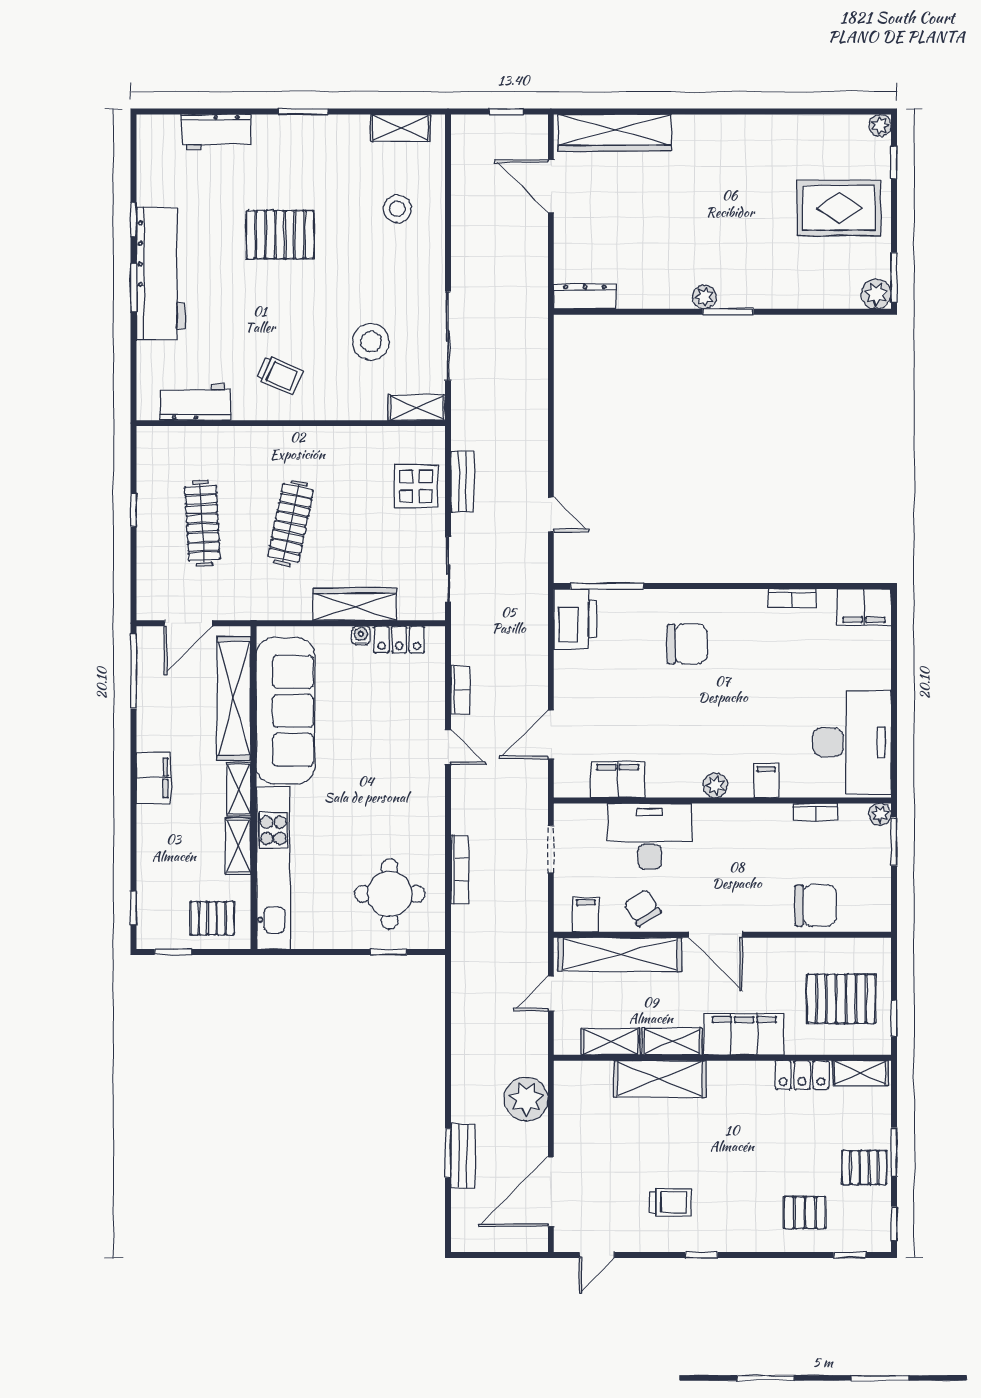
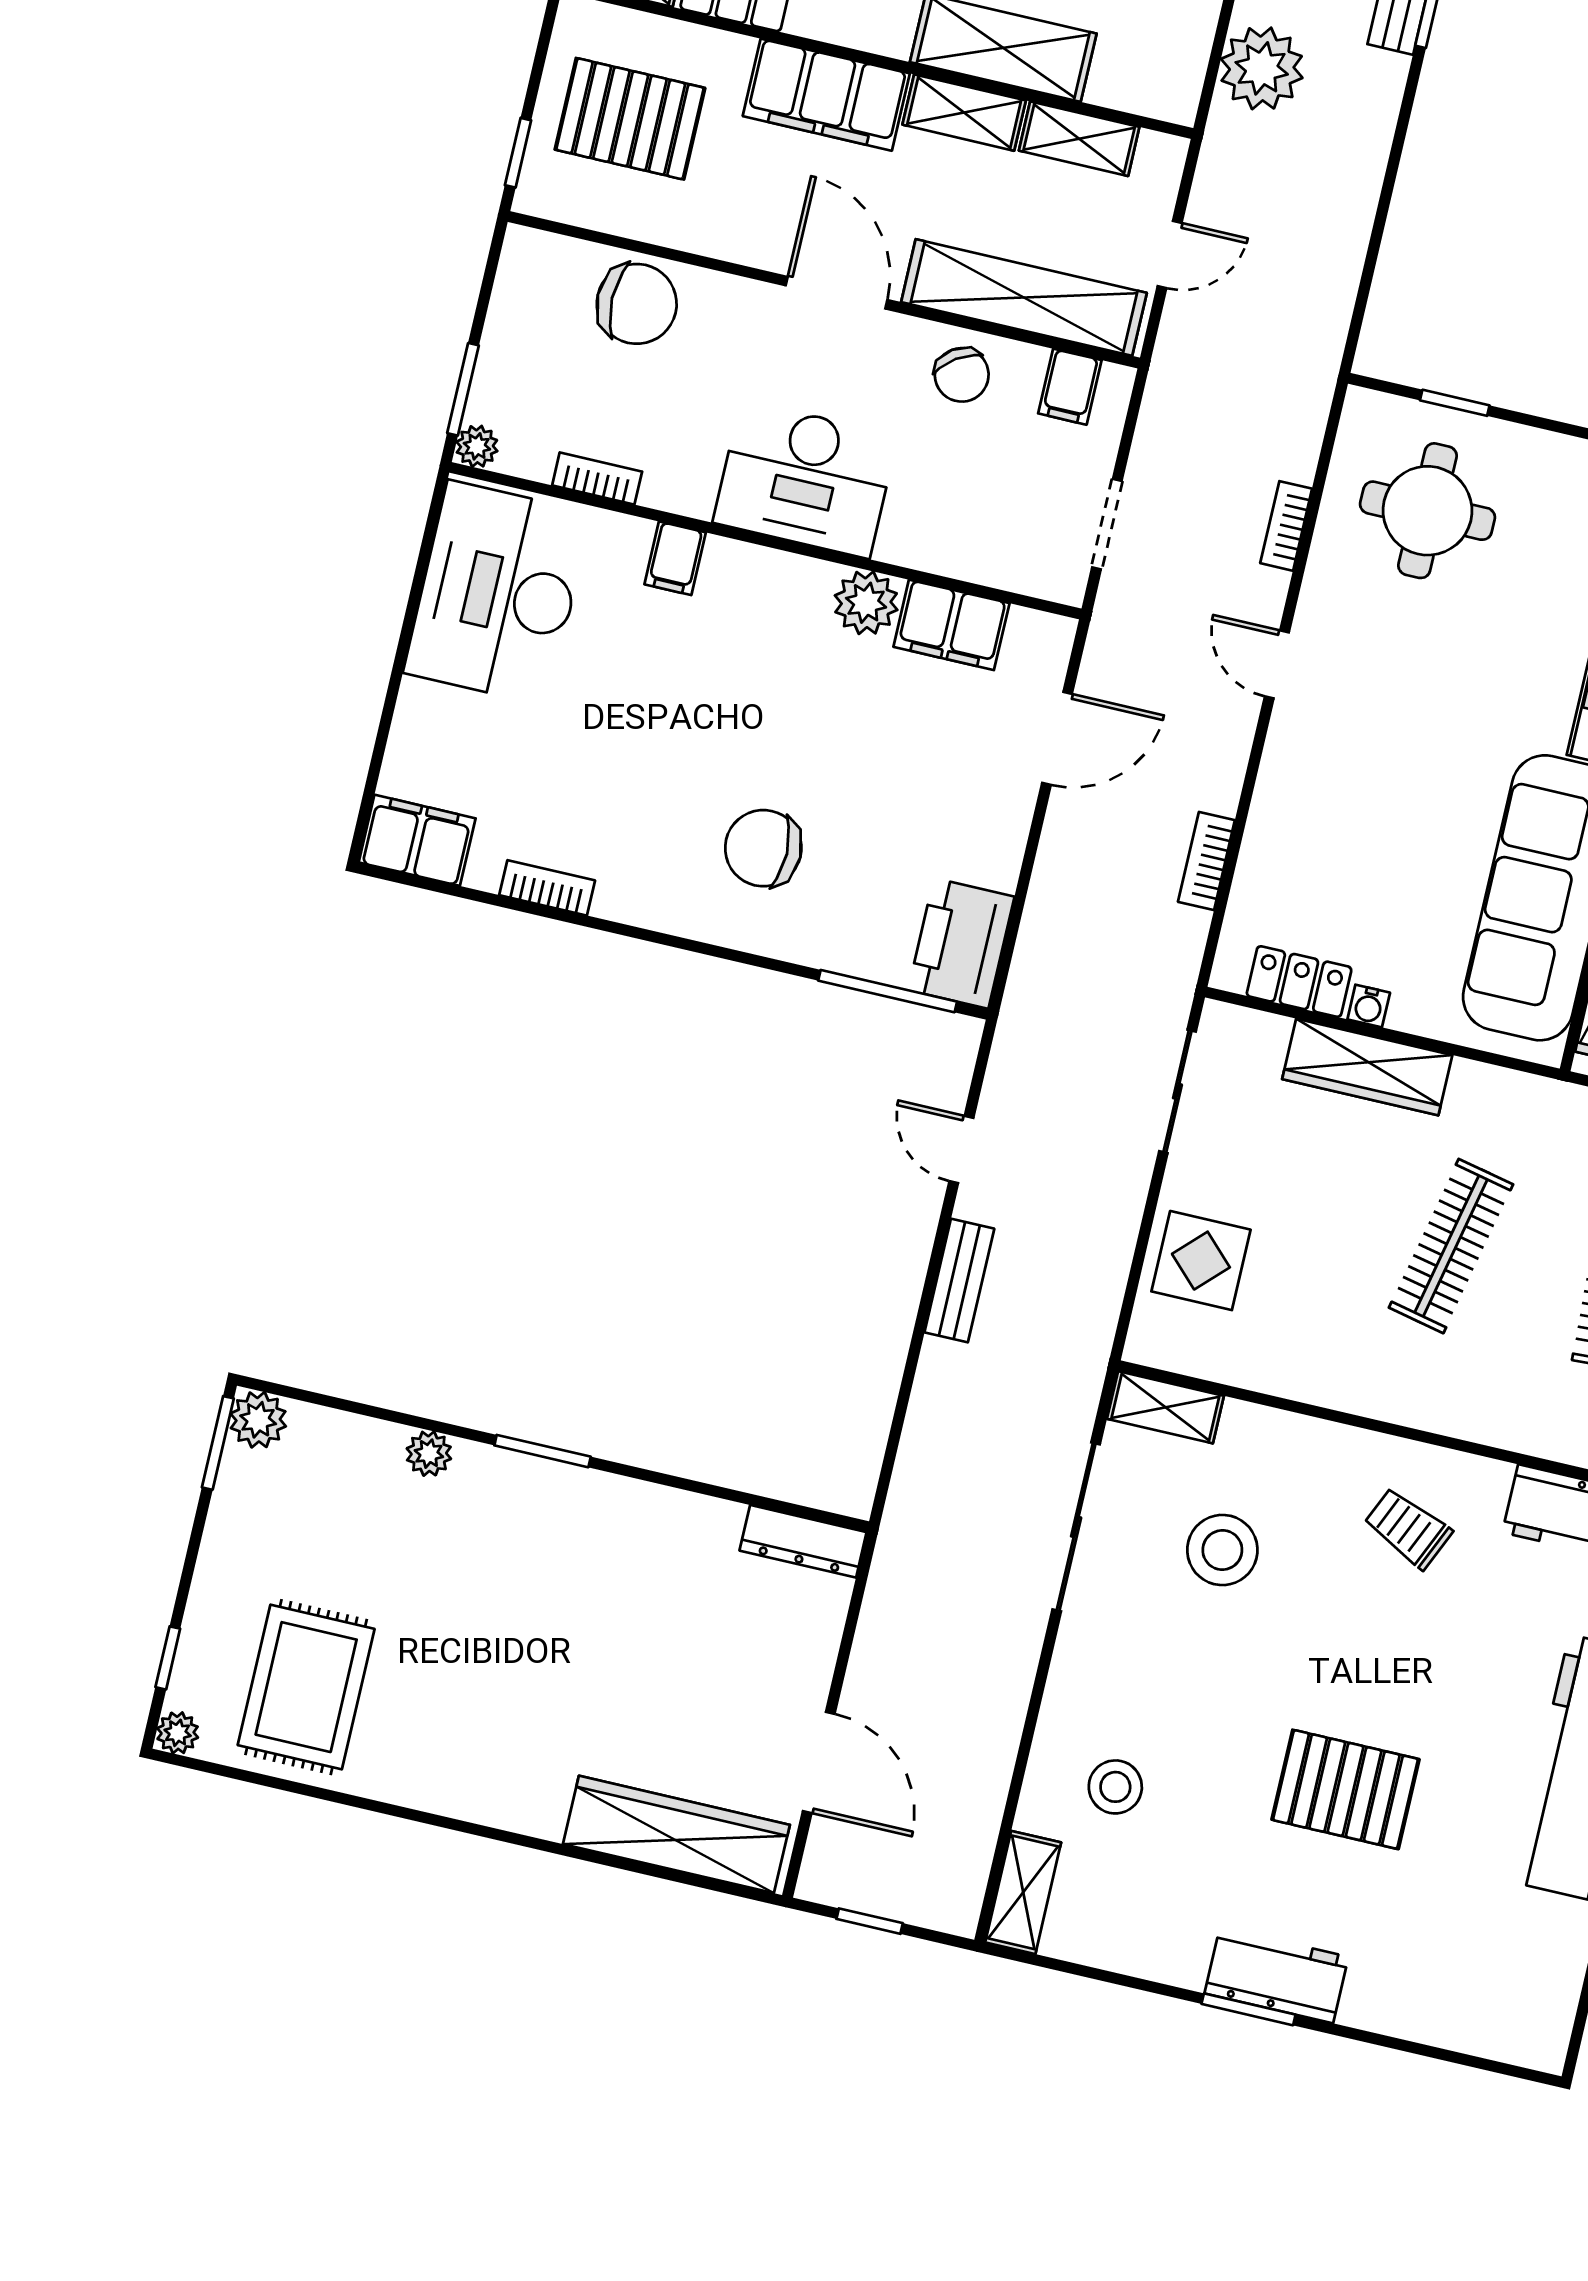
shelving: (400, 128) -> (1023, 1892), moved, turned 90
workbench: (216, 132) -> (1277, 1975), moved
rug: (839, 208) -> (306, 1687), moved, turned 90
plant: (704, 297) -> (429, 1454), moved
bench: (462, 482) -> (959, 1280), moved
door: (448, 747) -> (1277, 664), moved
plant: (715, 785) -> (866, 603), moved, width x1.38, depth x1.38
desk: (650, 836) -> (805, 479), moved
bookcase: (460, 869) -> (1286, 526), width x0.64
chair: (816, 906) -> (637, 304), turned 180
window: (894, 1018) -> (518, 153), moved

